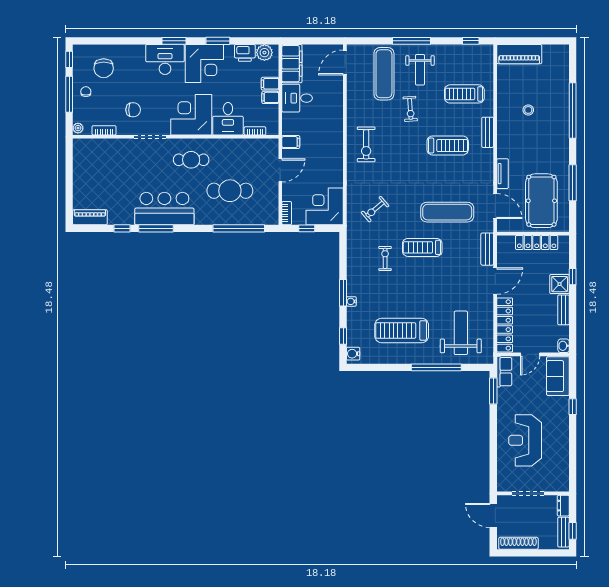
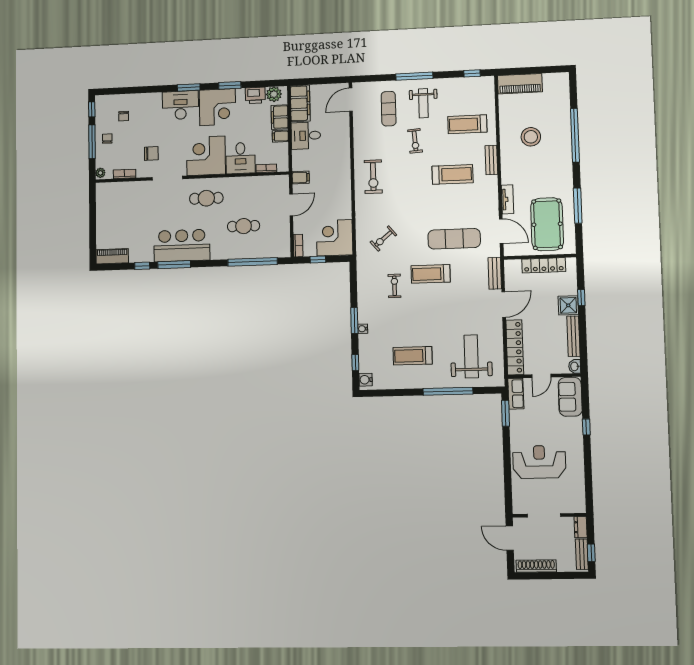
chair: (104, 68) -> (124, 116), width x0.54, depth x0.54
exercise mat: (384, 74) -> (389, 109), width x0.73, depth x0.69
filing cabinet: (270, 84) -> (280, 117), width x2.00
stool: (528, 110) -> (531, 137), width x1.89, depth x1.89
cafe table: (230, 191) -> (244, 226), width x0.73, depth x0.74
bench: (563, 310) -> (573, 336), width x1.36
treadmill: (402, 331) -> (413, 356), width x0.73, depth x0.73
reception desk: (525, 440) -> (539, 462), turned 90

